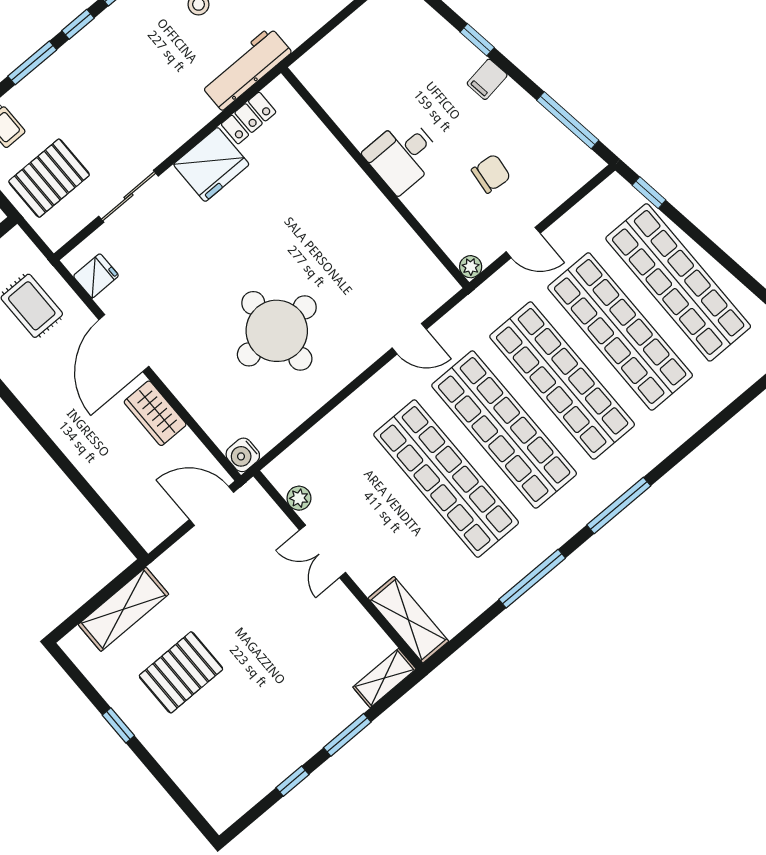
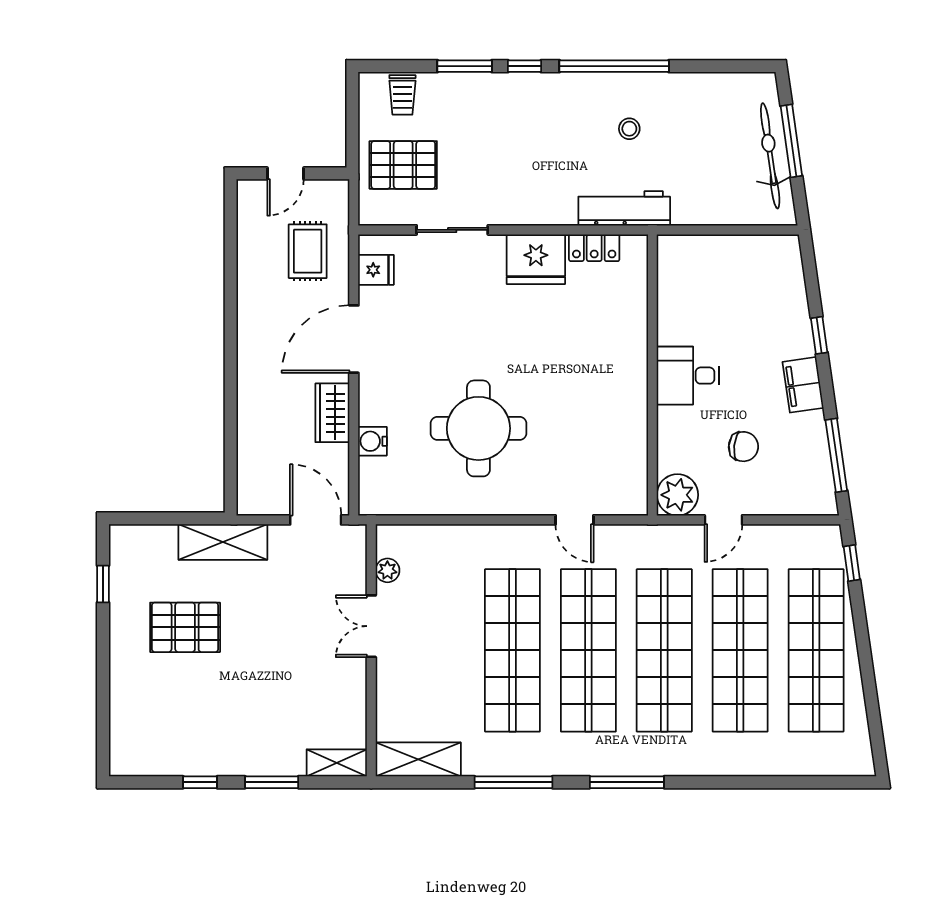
filing cabinet: (487, 79) -> (803, 385), width x2.00
door: (523, 243) -> (723, 520), hinge flipped
plant: (471, 267) -> (677, 495), width x1.87, depth x1.87
water cooler: (243, 455) -> (372, 441), moved
shelving: (123, 609) -> (223, 542), moved
shelving: (408, 620) -> (418, 759), moved, turned 90
window: (118, 725) -> (103, 584), moved

